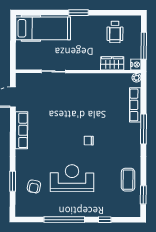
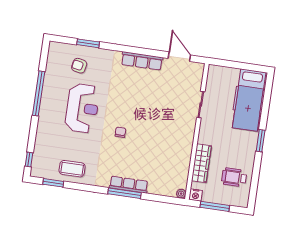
wardrobe: (112, 63) -> (201, 163), width x1.50
row of seats: (135, 105) -> (129, 185), moved
window: (105, 220) -> (29, 160), moved

